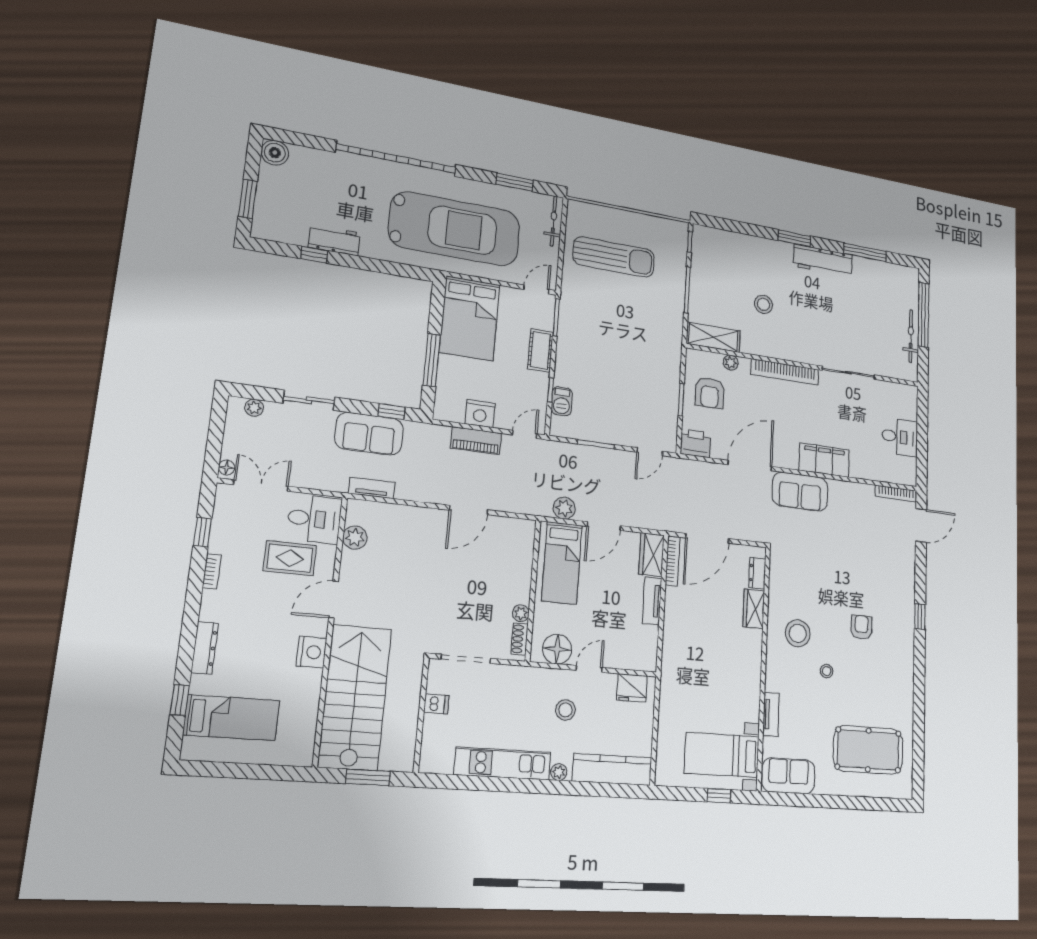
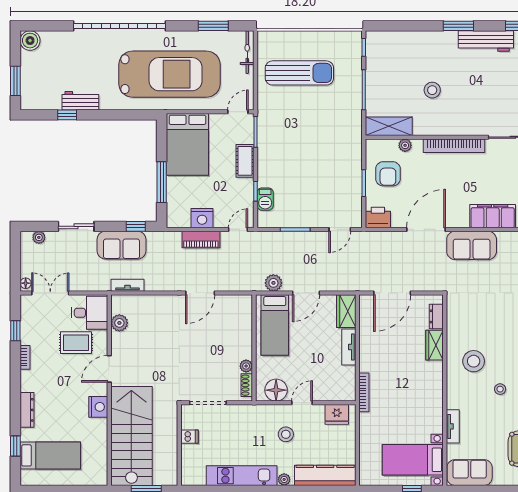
bookcase: (673, 561) -> (364, 392), moved

